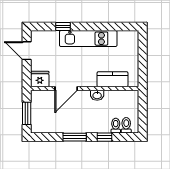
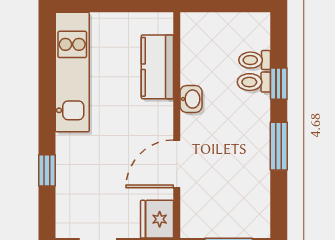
kitchen unit: (88, 39) -> (72, 72), moved
door: (66, 88) -> (177, 164), swing flipped
toilet: (126, 125) -> (254, 82), moved

